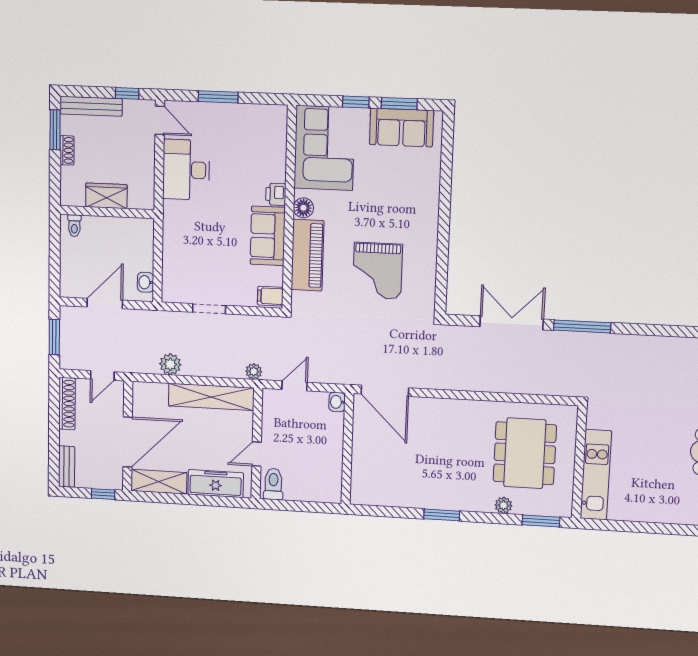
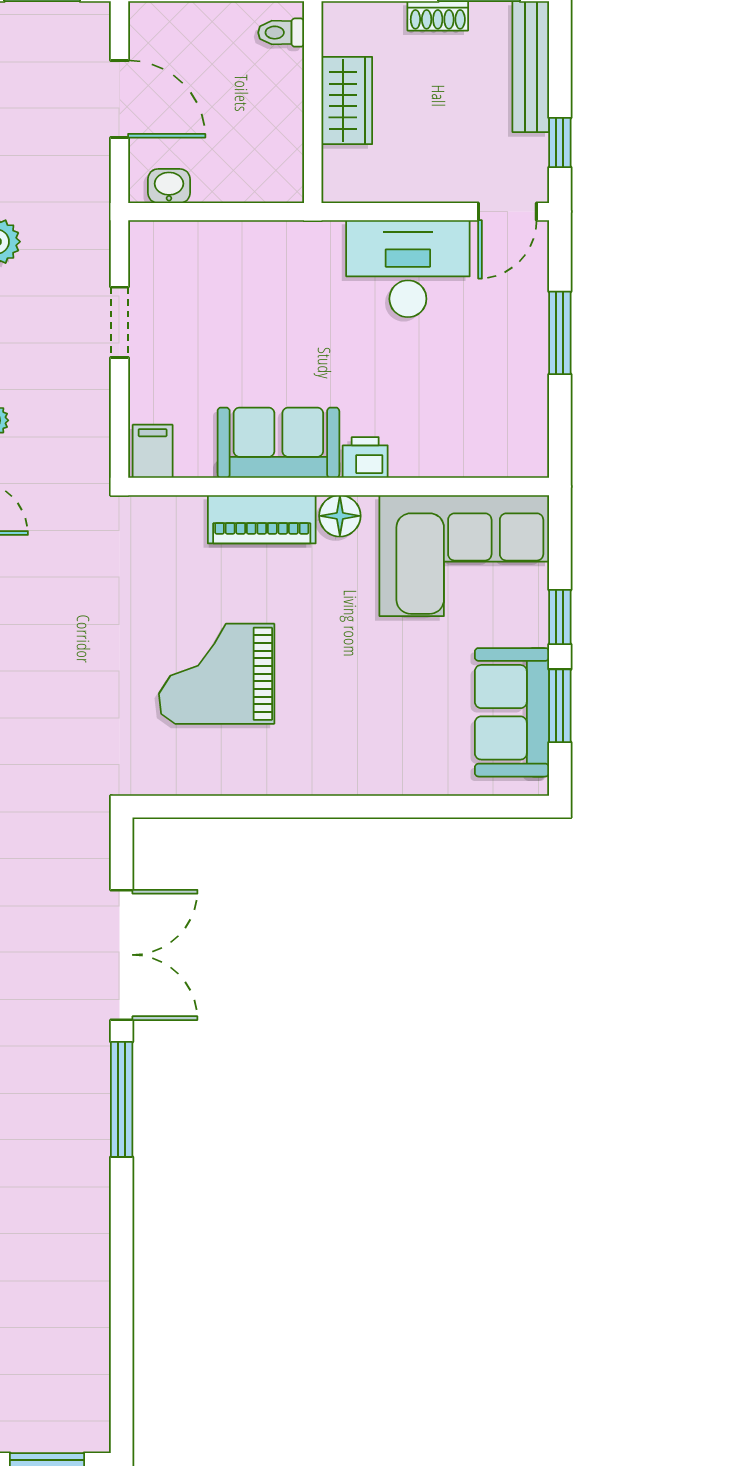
piano: (308, 255) -> (262, 519), width x0.73, depth x0.75

